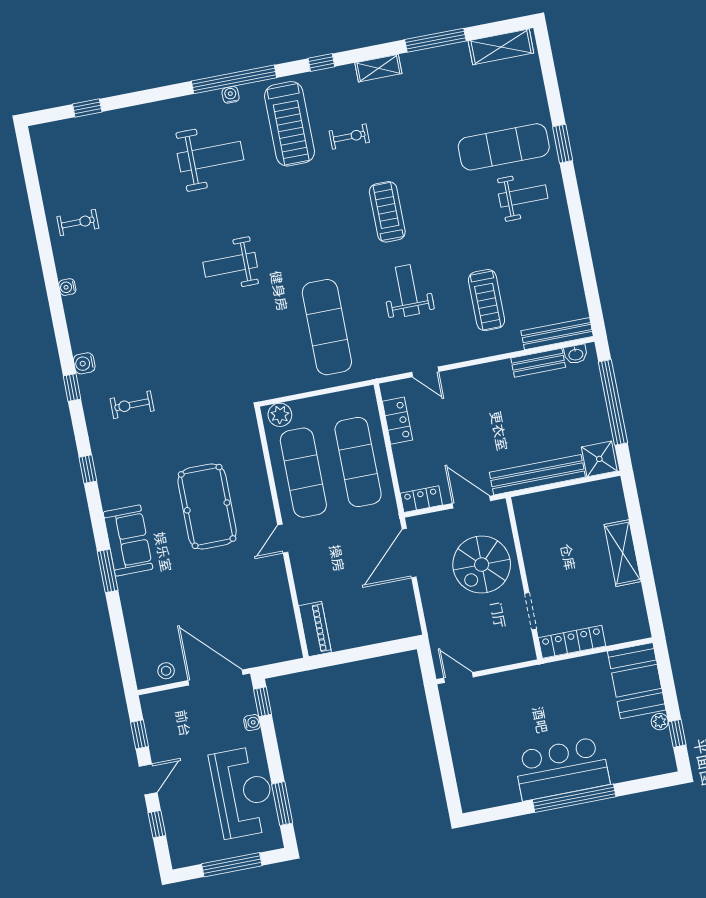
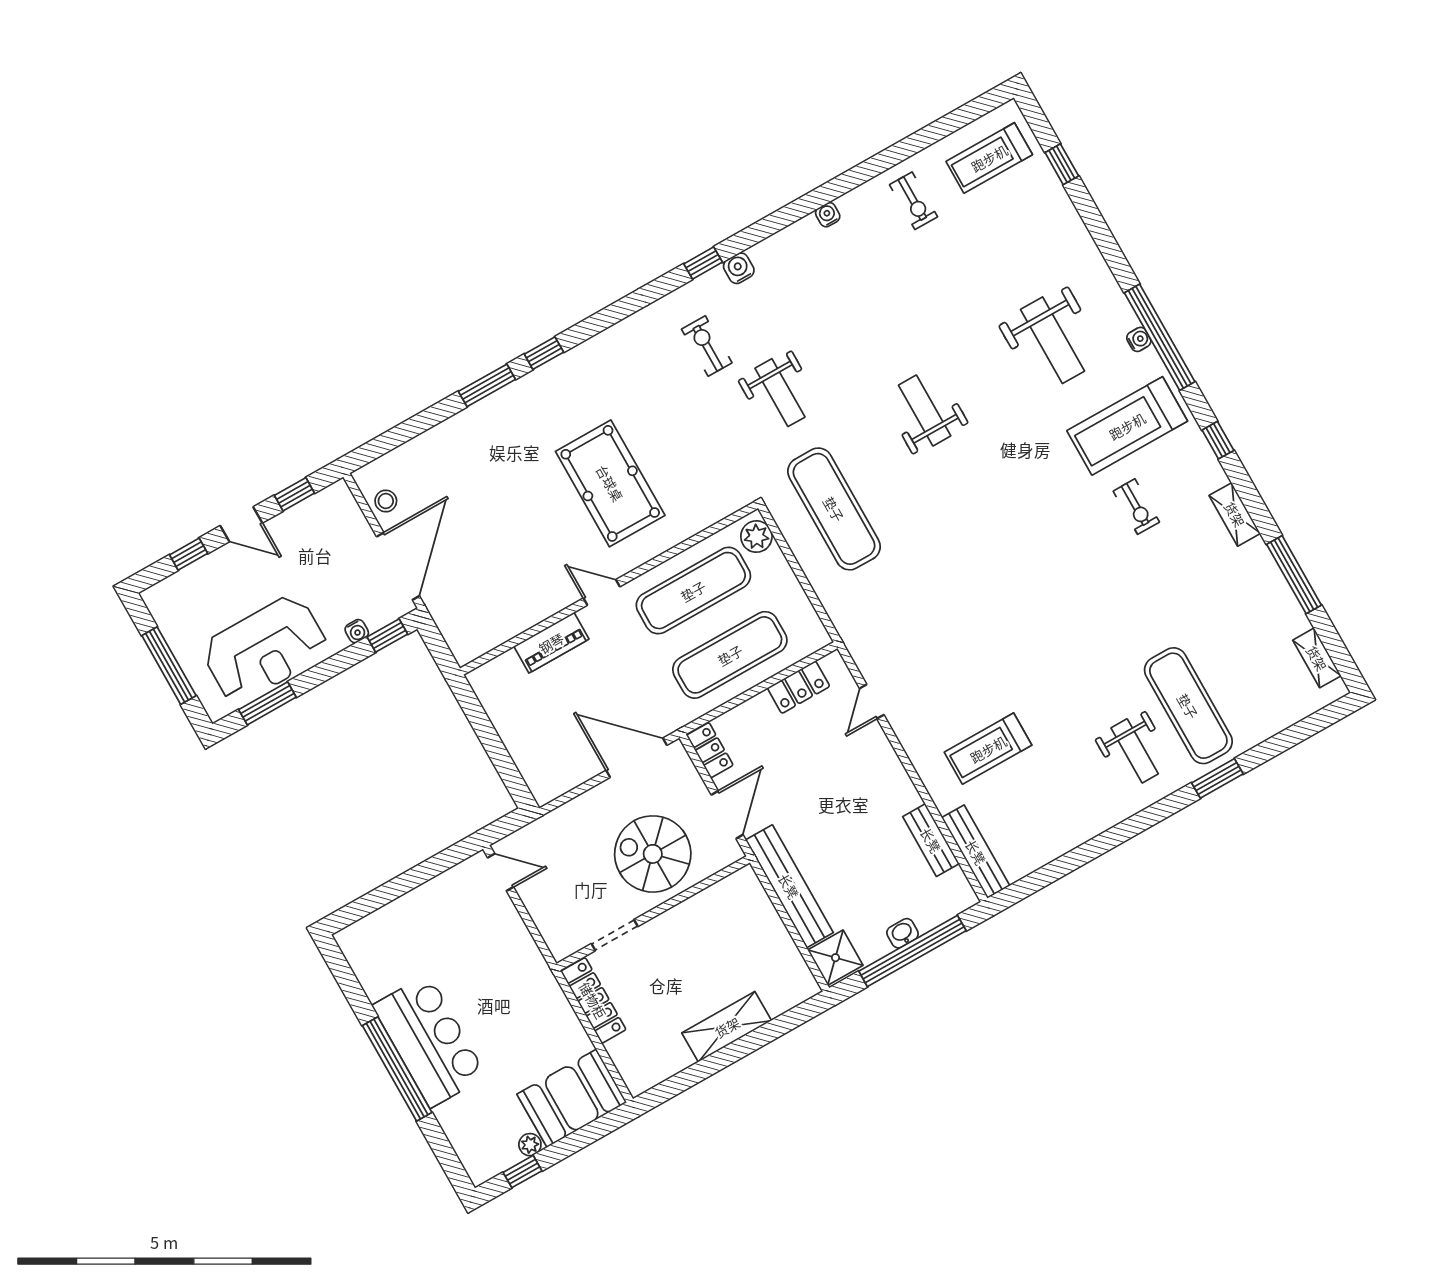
shelving: (501, 47) -> (1317, 658), width x0.67, depth x0.75
treadmill: (387, 212) -> (989, 158), moved, turned 180
weight bench: (407, 291) -> (780, 393), moved, turned 90
exercise mat: (327, 327) -> (834, 509), moved, turned 90
washbasin: (576, 354) -> (903, 933), moved, turned 90
window: (88, 469) -> (544, 353), moved
pool table: (207, 506) -> (610, 483), turned 90
sofa: (128, 540) -> (534, 398), removed
piano: (315, 629) -> (551, 643), moved
door: (458, 677) -> (501, 872), hinge flipped

